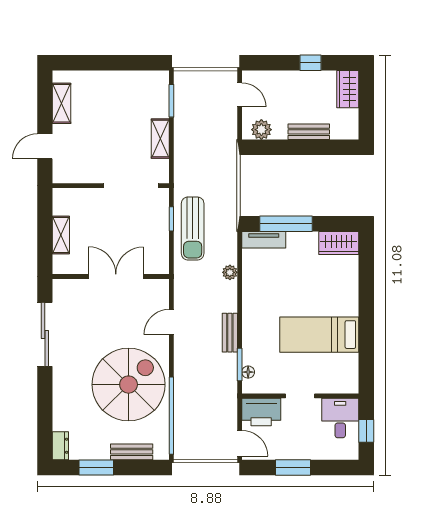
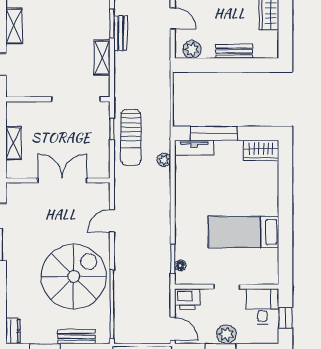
plant: (230, 272) -> (164, 160), moved
bench: (230, 333) -> (121, 33), moved
printer: (261, 412) -> (187, 299), width x0.73, depth x0.84
plant: (300, 449) -> (226, 334), added

